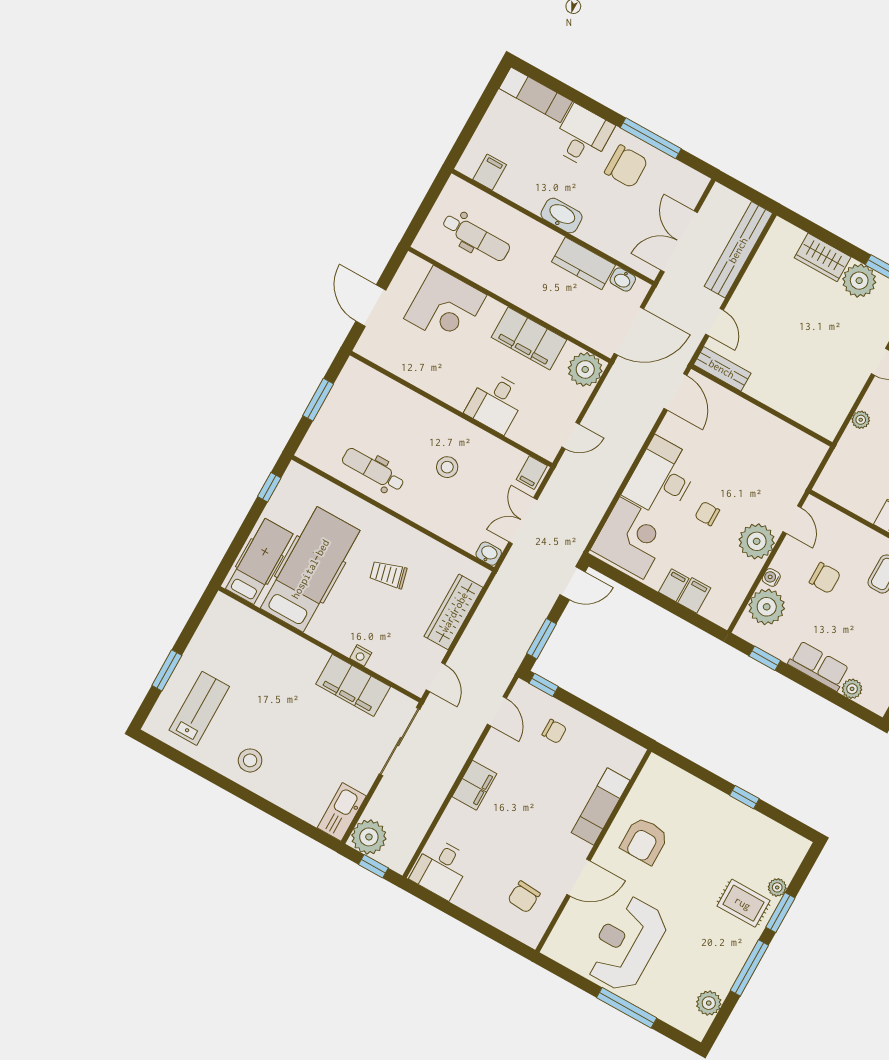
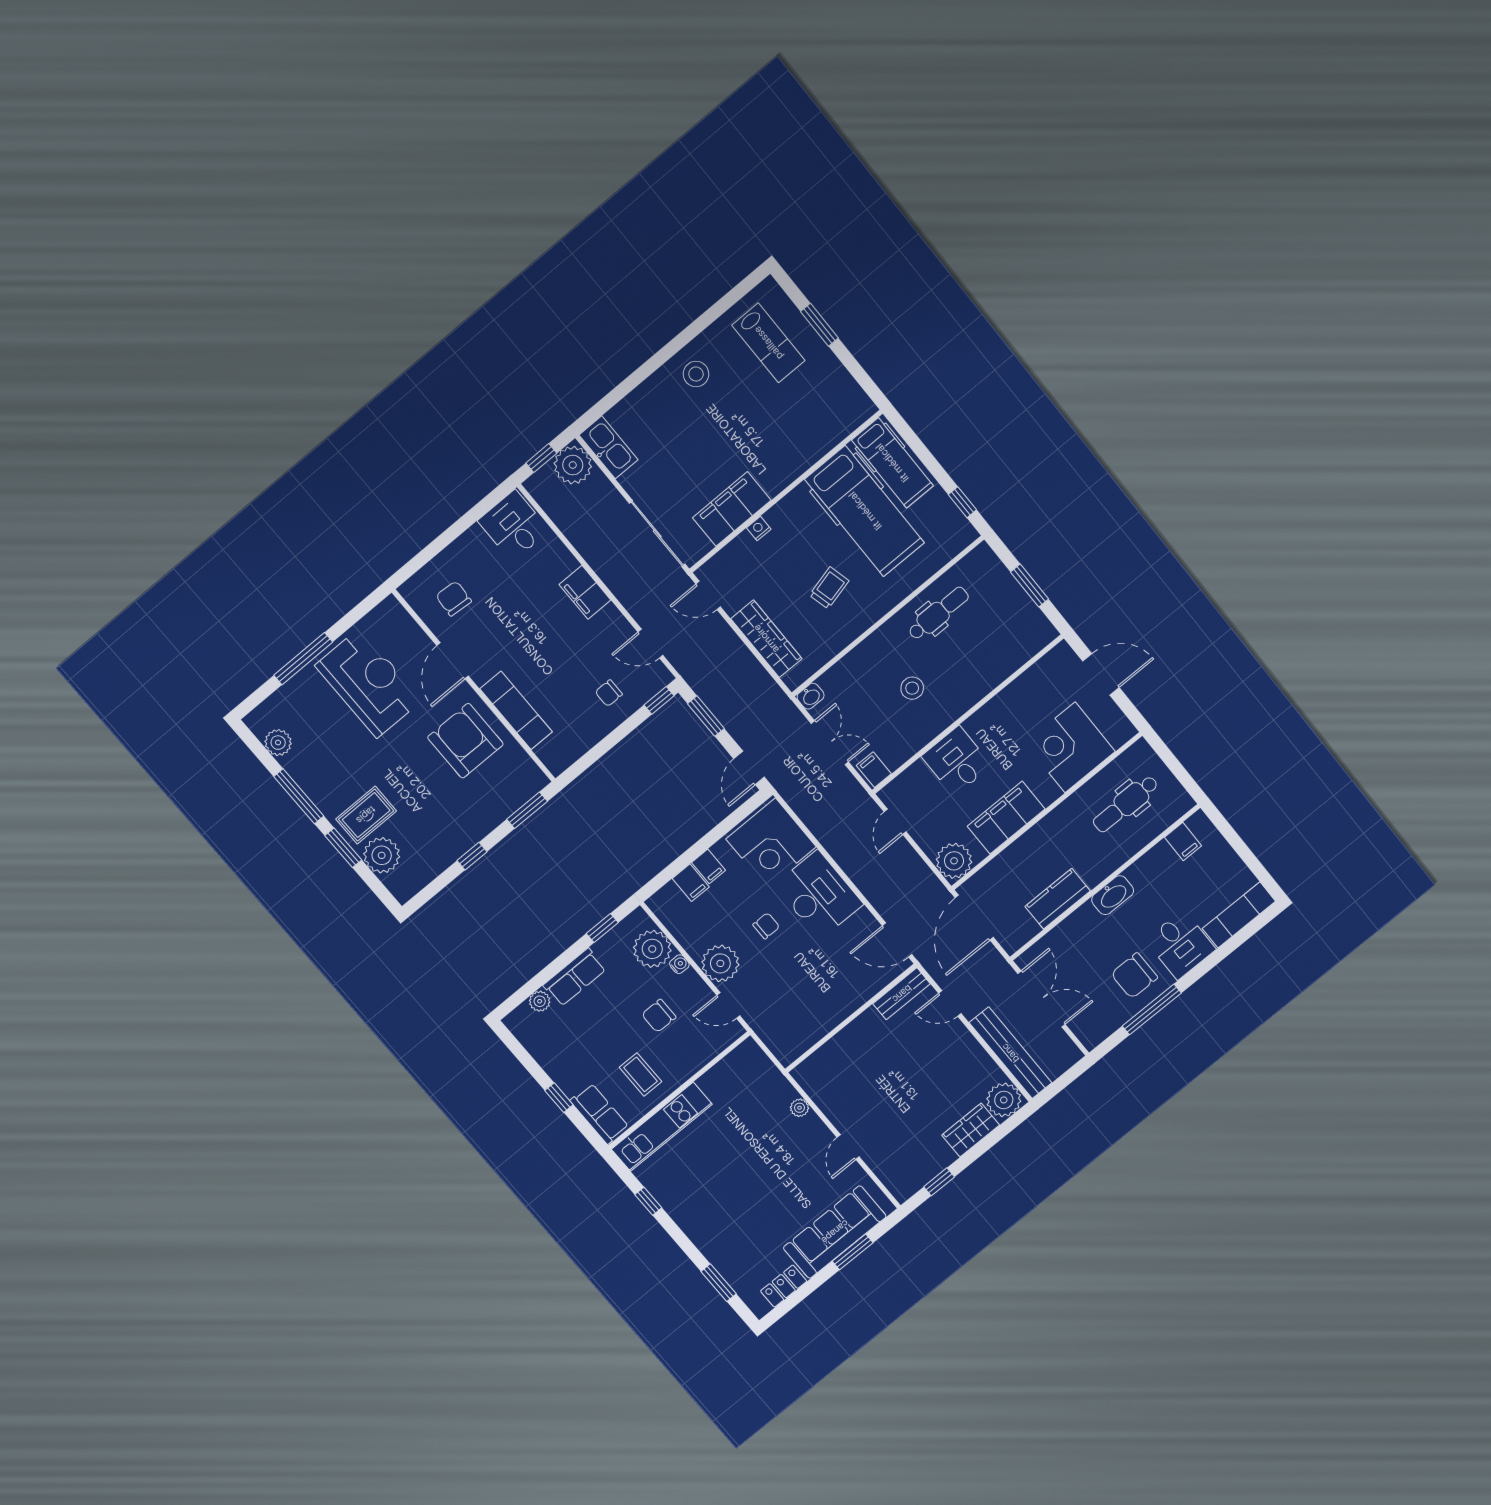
washbasin: (623, 280) -> (1027, 931), removed
plant: (859, 281) -> (1004, 1100), moved
window: (685, 764) -> (527, 810), added
armchair: (644, 841) -> (465, 741), width x1.36, depth x1.36
plant: (777, 887) -> (382, 855), width x1.87, depth x1.87

